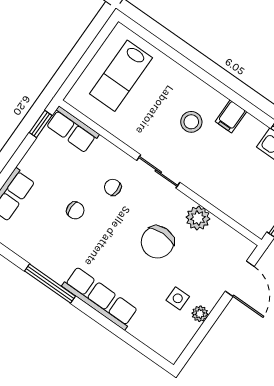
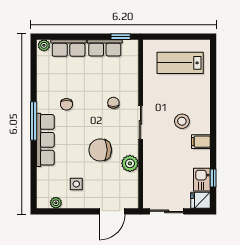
row of seats: (72, 130) -> (105, 48), moved, turned -90
chair: (75, 210) -> (66, 104), moved
window: (50, 284) -> (34, 121), moved
plant: (200, 314) -> (56, 203), moved

